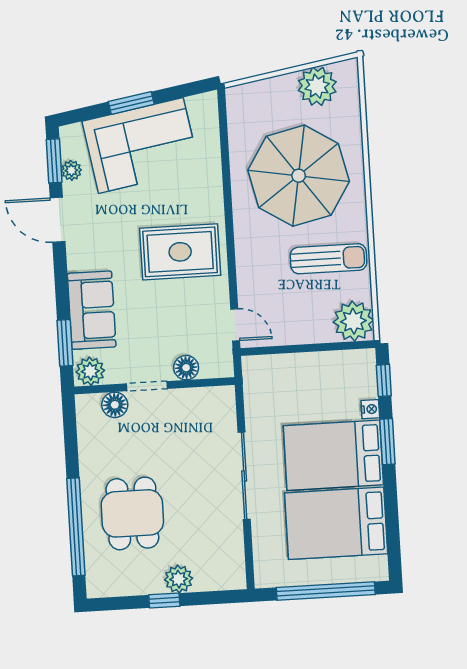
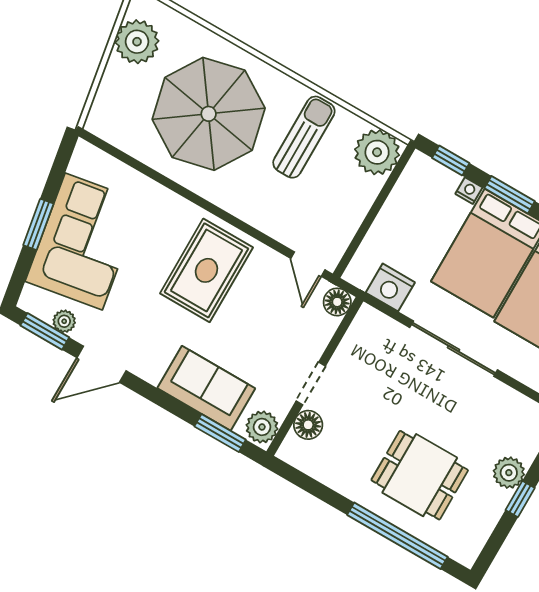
door: (235, 325) -> (308, 264), swing flipped
floor lamp: (186, 368) -> (337, 302), moved
nightstand: (259, 398) -> (390, 287), added

